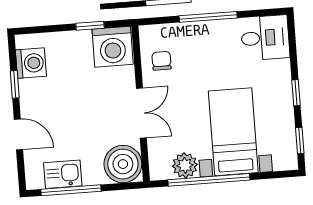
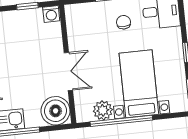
washing machine: (113, 47) -> (51, 14), width x0.53, depth x0.53
chair: (162, 61) -> (124, 22), moved

